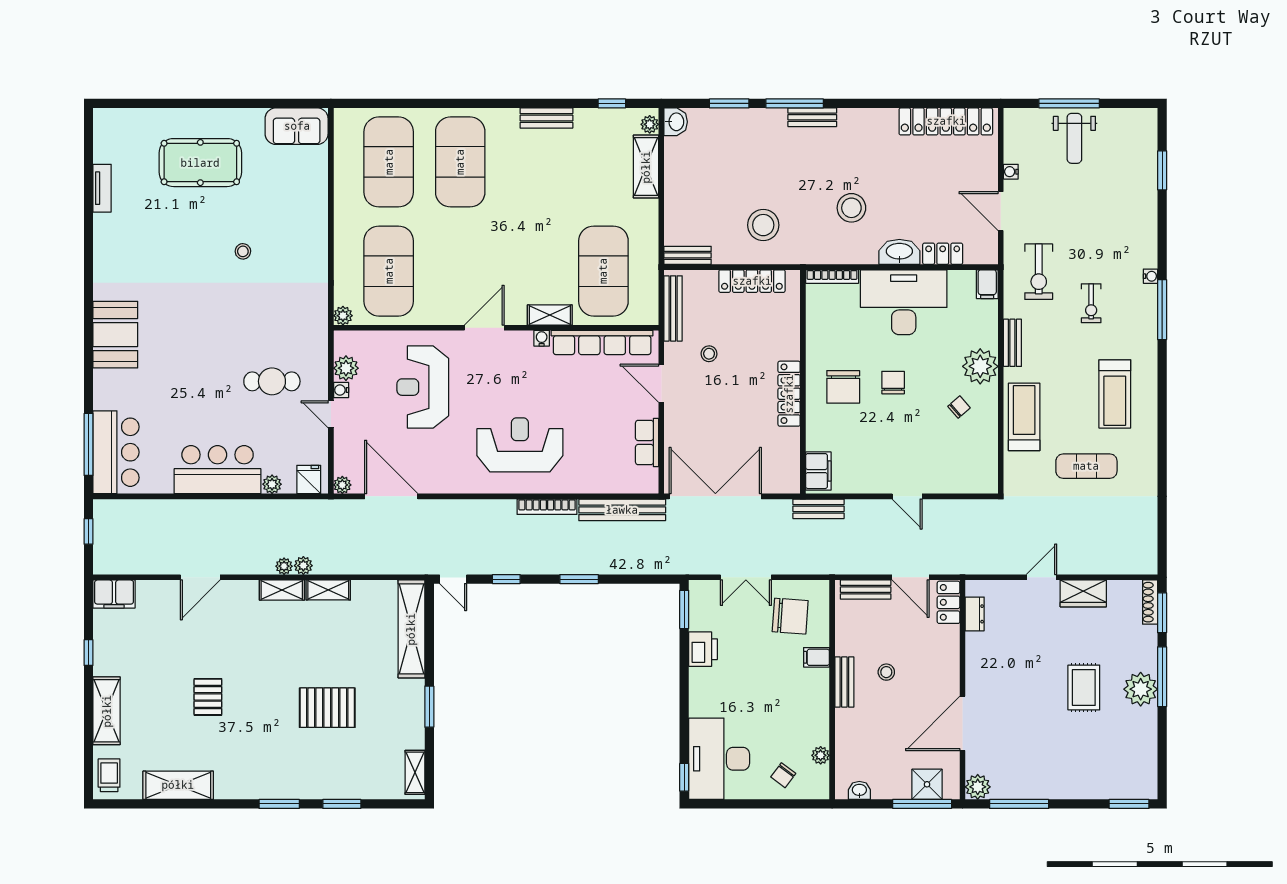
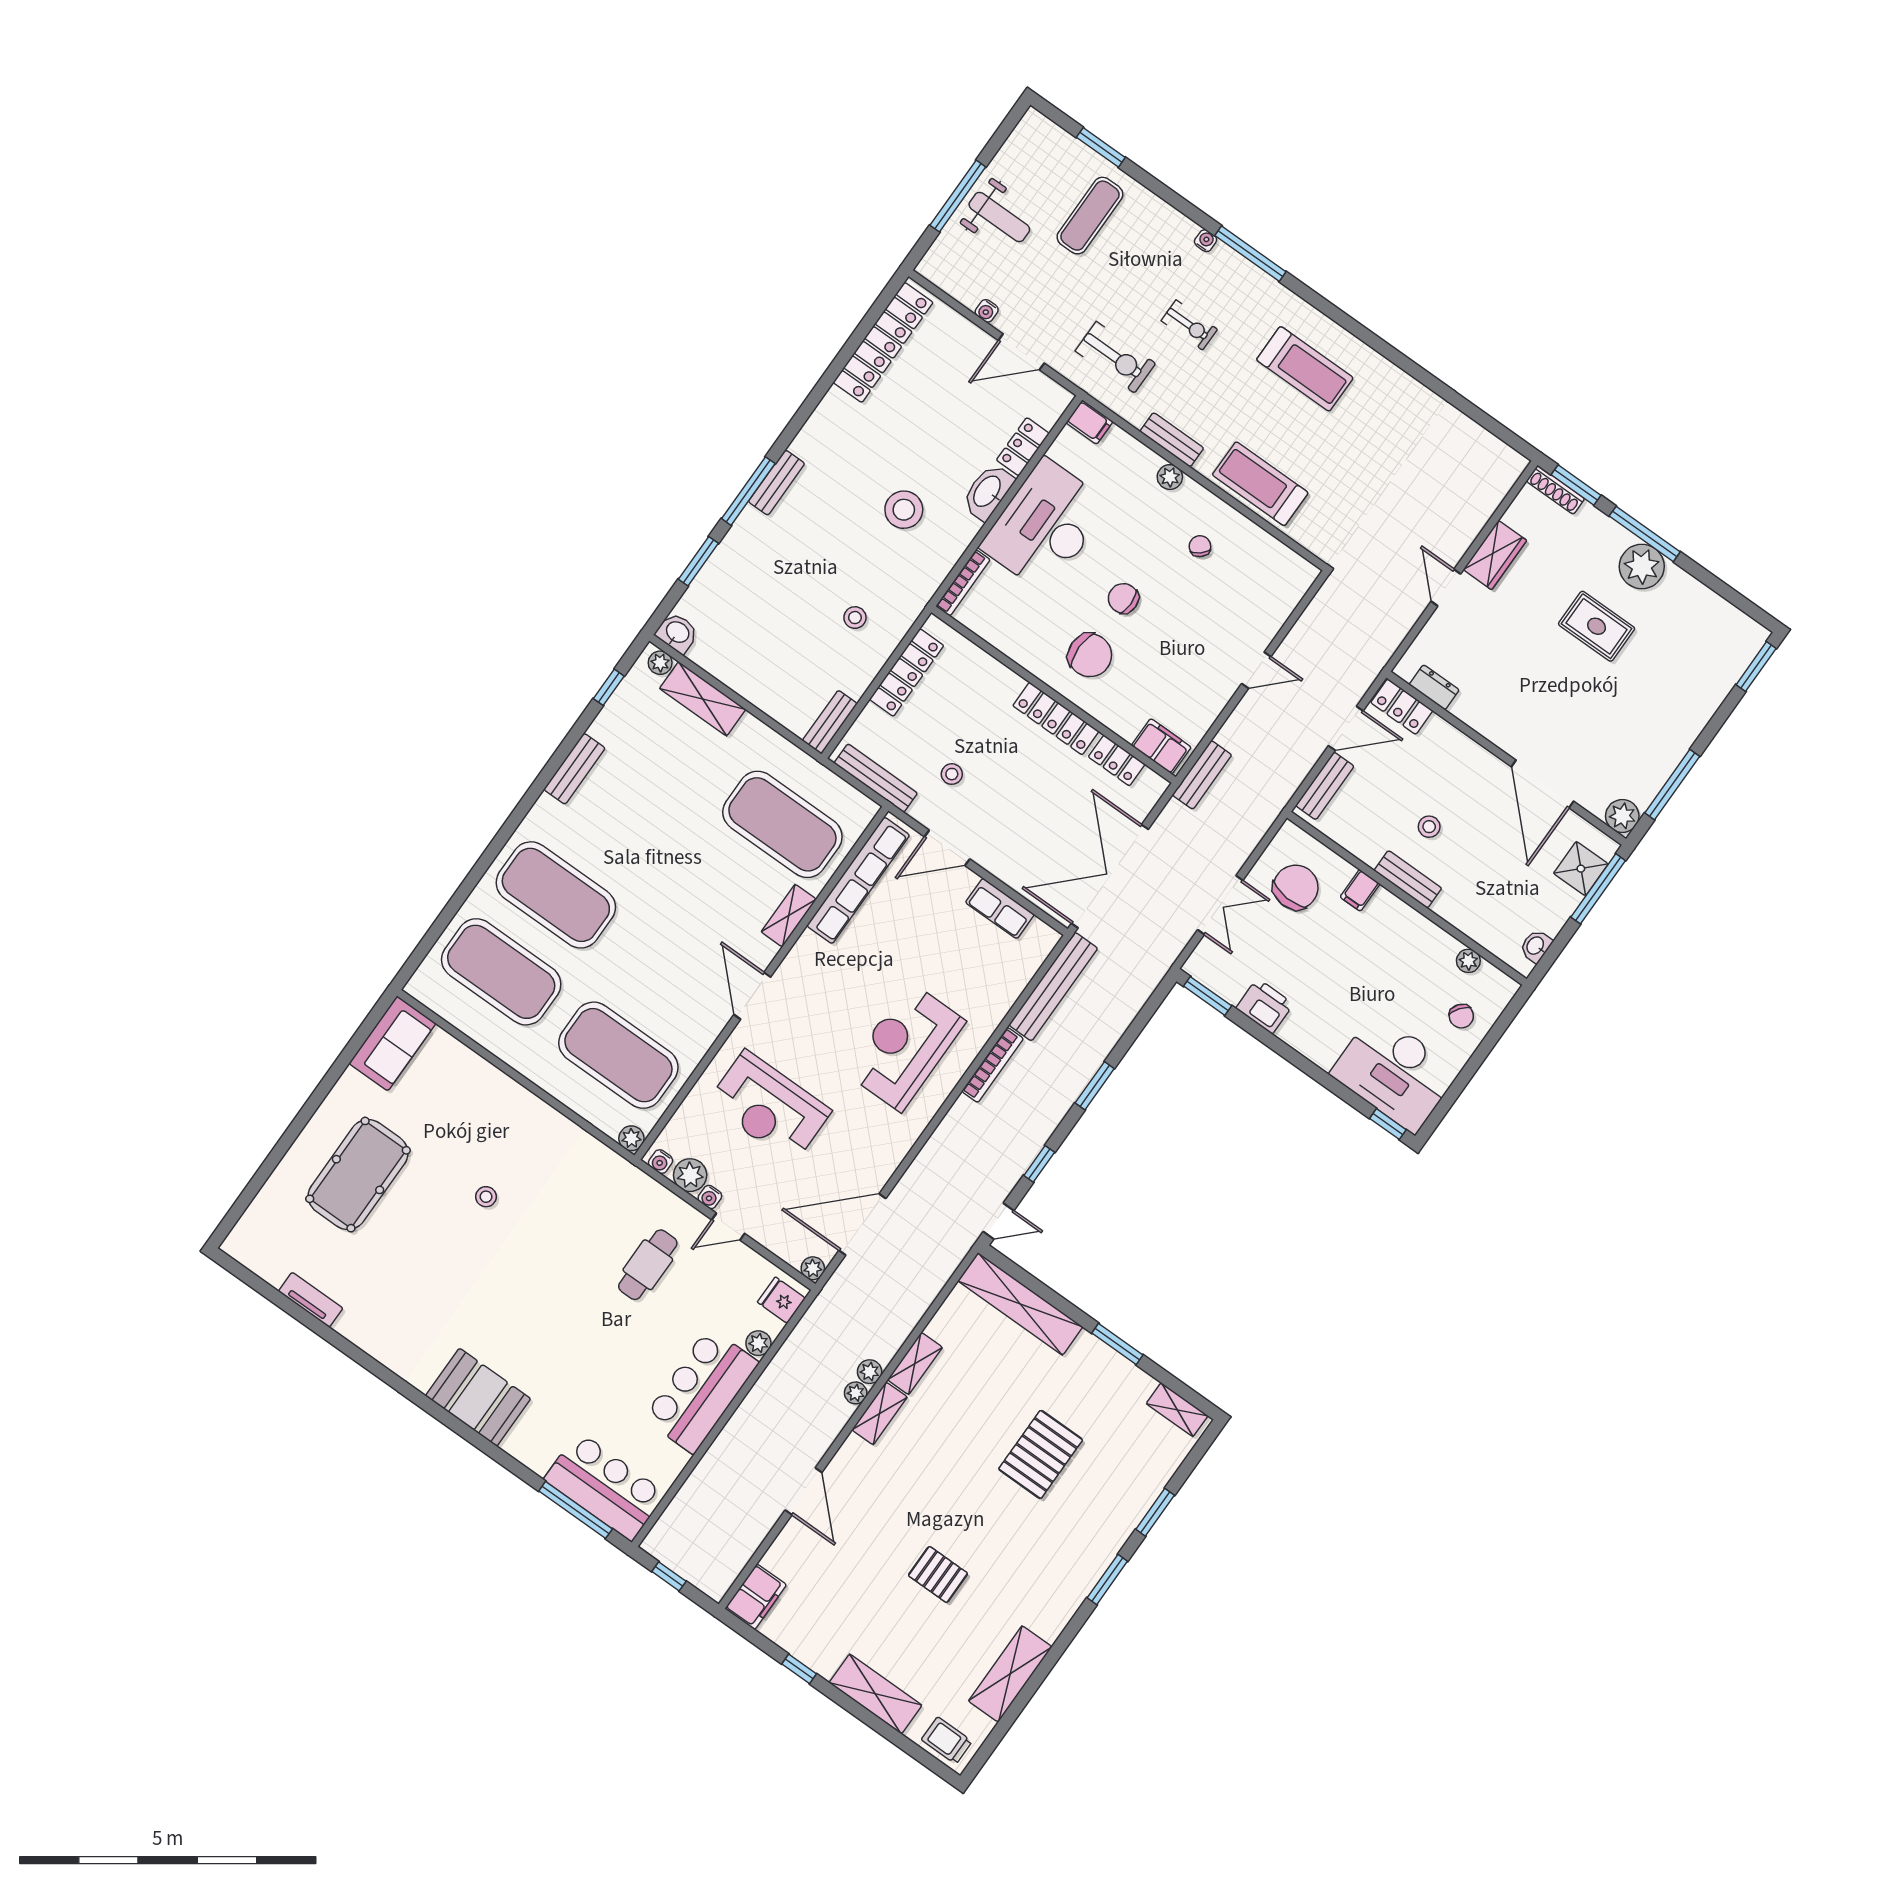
stool: (763, 225) -> (855, 618), width x0.53, depth x0.53
water cooler: (542, 338) -> (661, 1162), moved, turned -90
plant: (980, 366) -> (1170, 477), width x0.53, depth x0.53
locker: (790, 450) -> (1117, 760), added
exercise mat: (1086, 466) -> (1090, 216), moved

